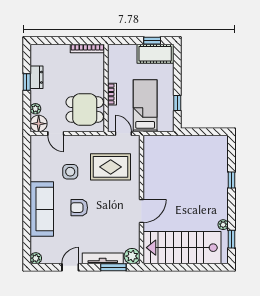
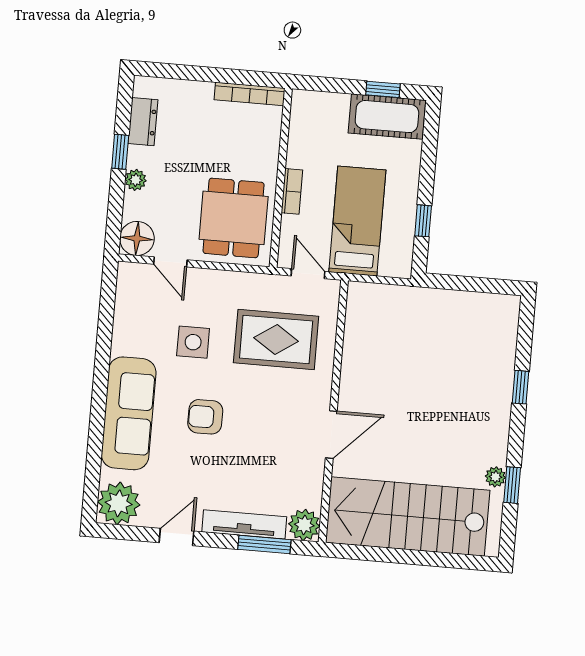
dresser: (37, 77) -> (143, 122), moved
plant: (35, 109) -> (136, 180), moved
dining table: (85, 109) -> (234, 218), turned 90
window: (232, 239) -> (512, 485), moved
plant: (36, 258) -> (119, 503), width x1.87, depth x1.87

